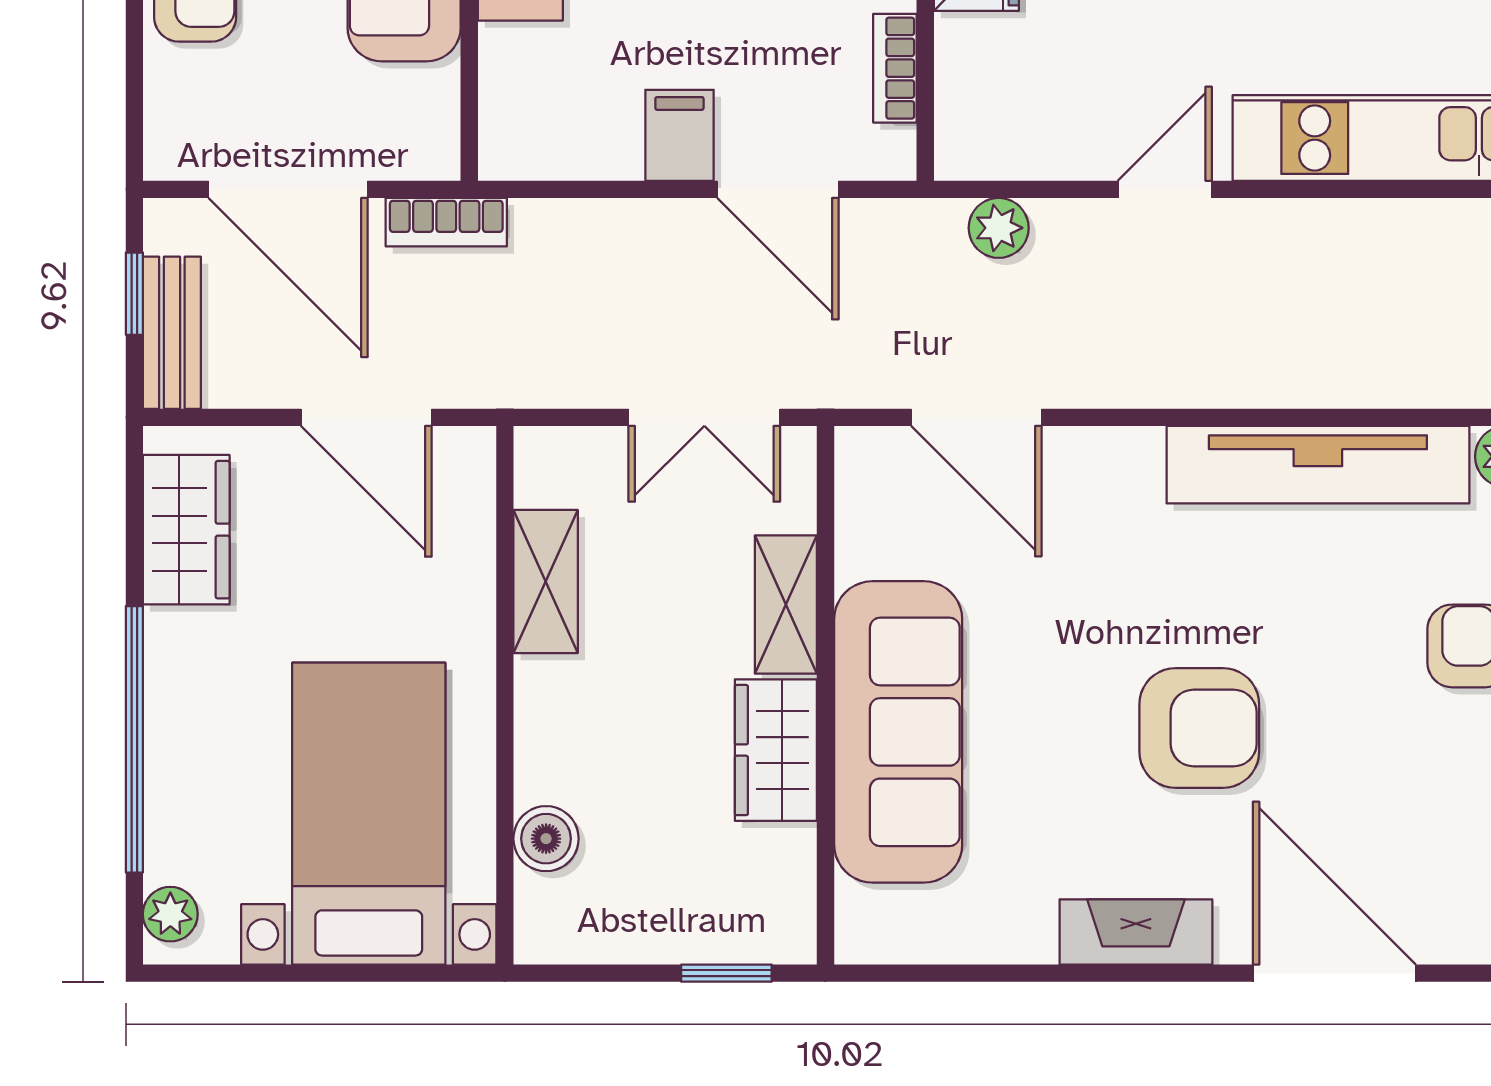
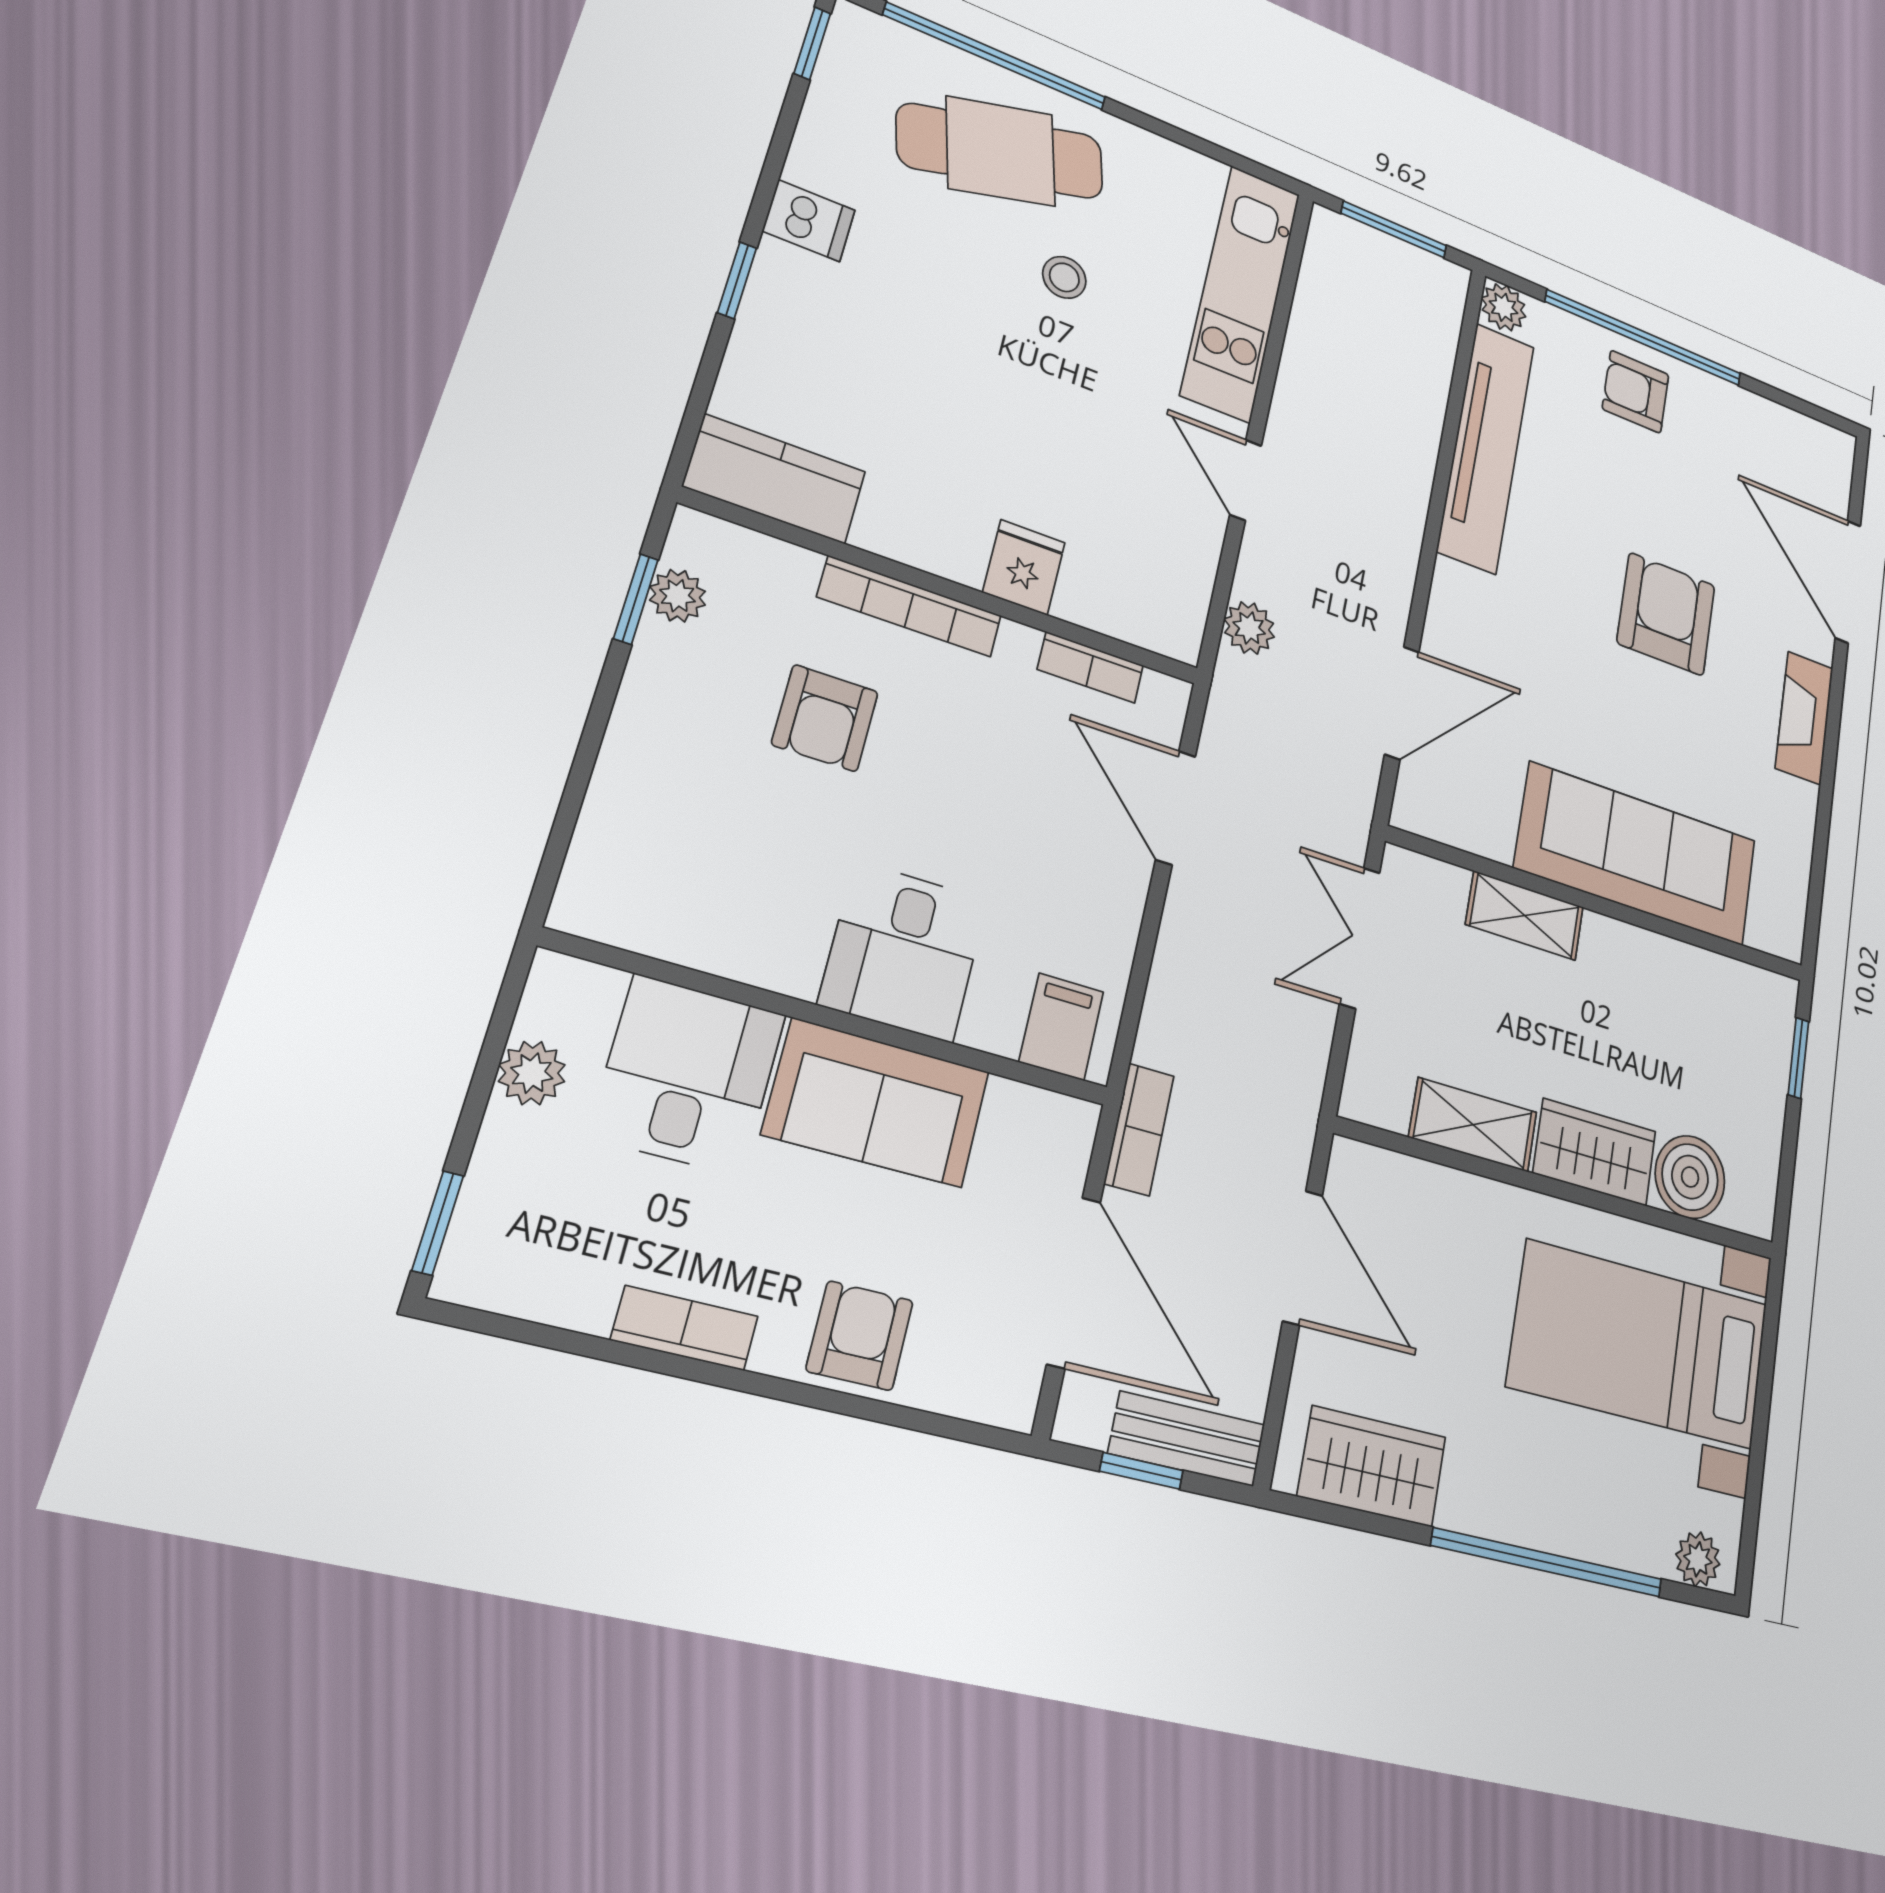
filing cabinet: (679, 135) -> (1061, 1027), moved, turned 90
door: (288, 189) -> (1074, 1282), hinge flipped
door: (778, 189) -> (1175, 808), swing flipped
door: (366, 417) -> (1303, 1258), hinge flipped
double door: (704, 417) -> (1360, 938), swing flipped
wardrobe: (776, 750) -> (1595, 1152), moved, turned 180
boiler: (546, 839) -> (1690, 1177), width x1.36, depth x1.36
door: (1334, 973) -> (1848, 581), hinge flipped

